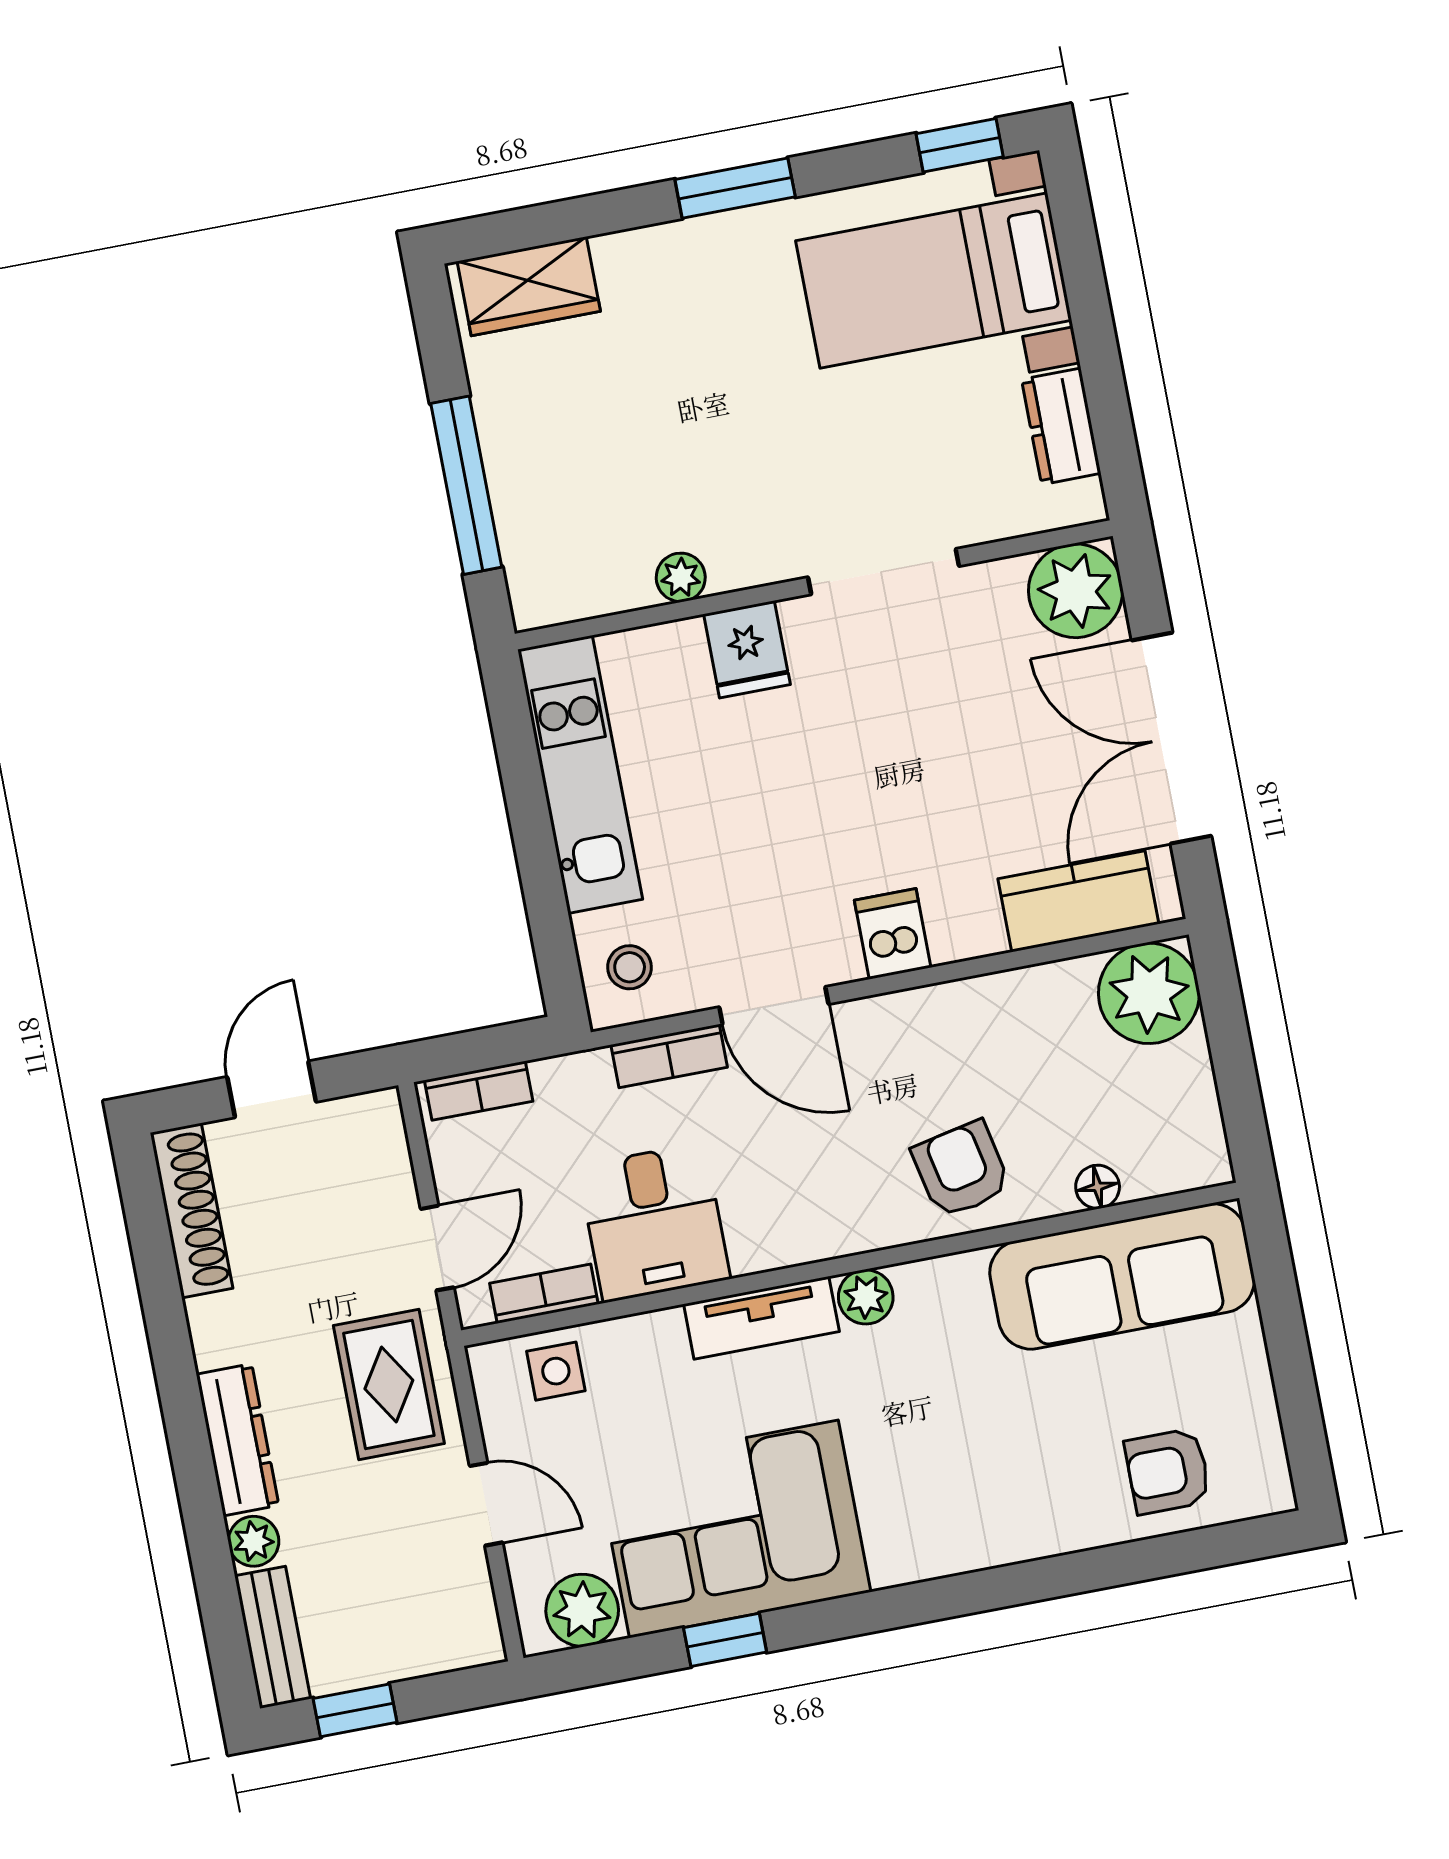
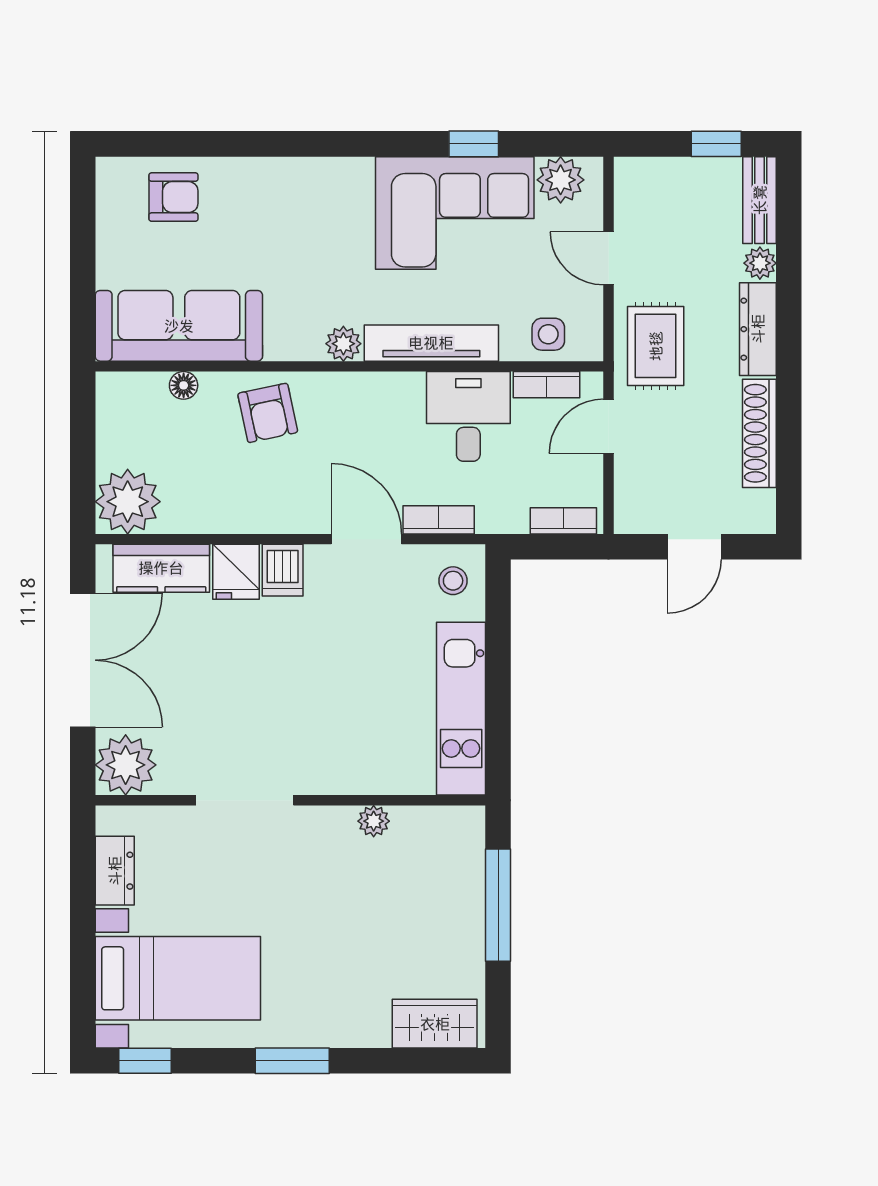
fridge: (747, 649) -> (236, 572), moved, turned 180
shoe rack: (191, 1210) -> (759, 433), moved
tv unit: (761, 1318) -> (431, 343), width x1.41

